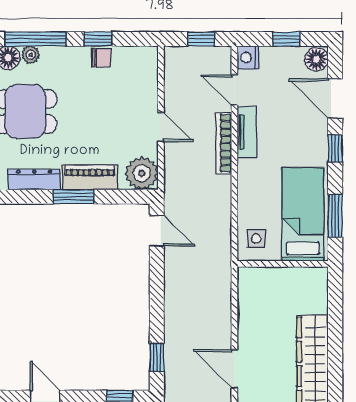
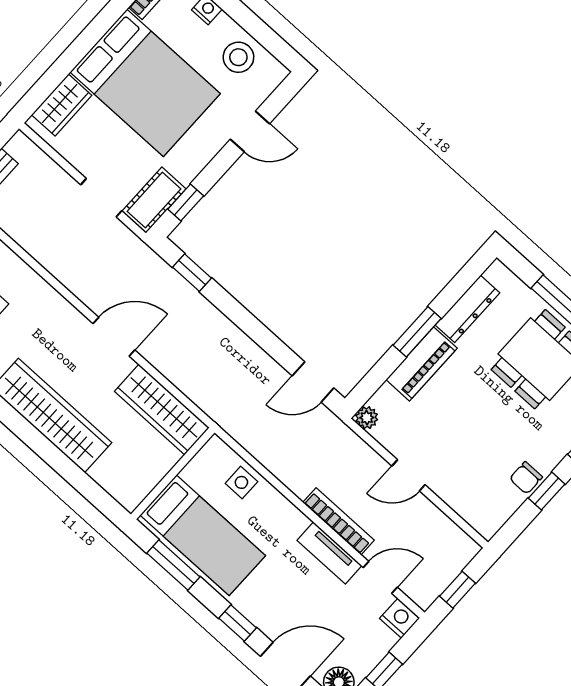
plant: (142, 173) -> (367, 418), width x0.53, depth x0.53
side table: (256, 238) -> (241, 482), moved
wardrobe: (251, 303) -> (162, 409), added

